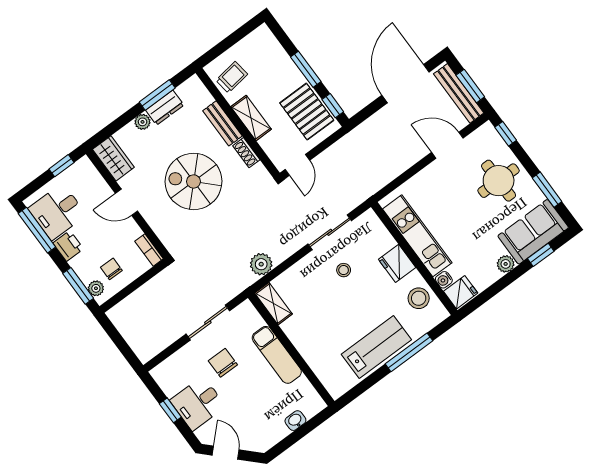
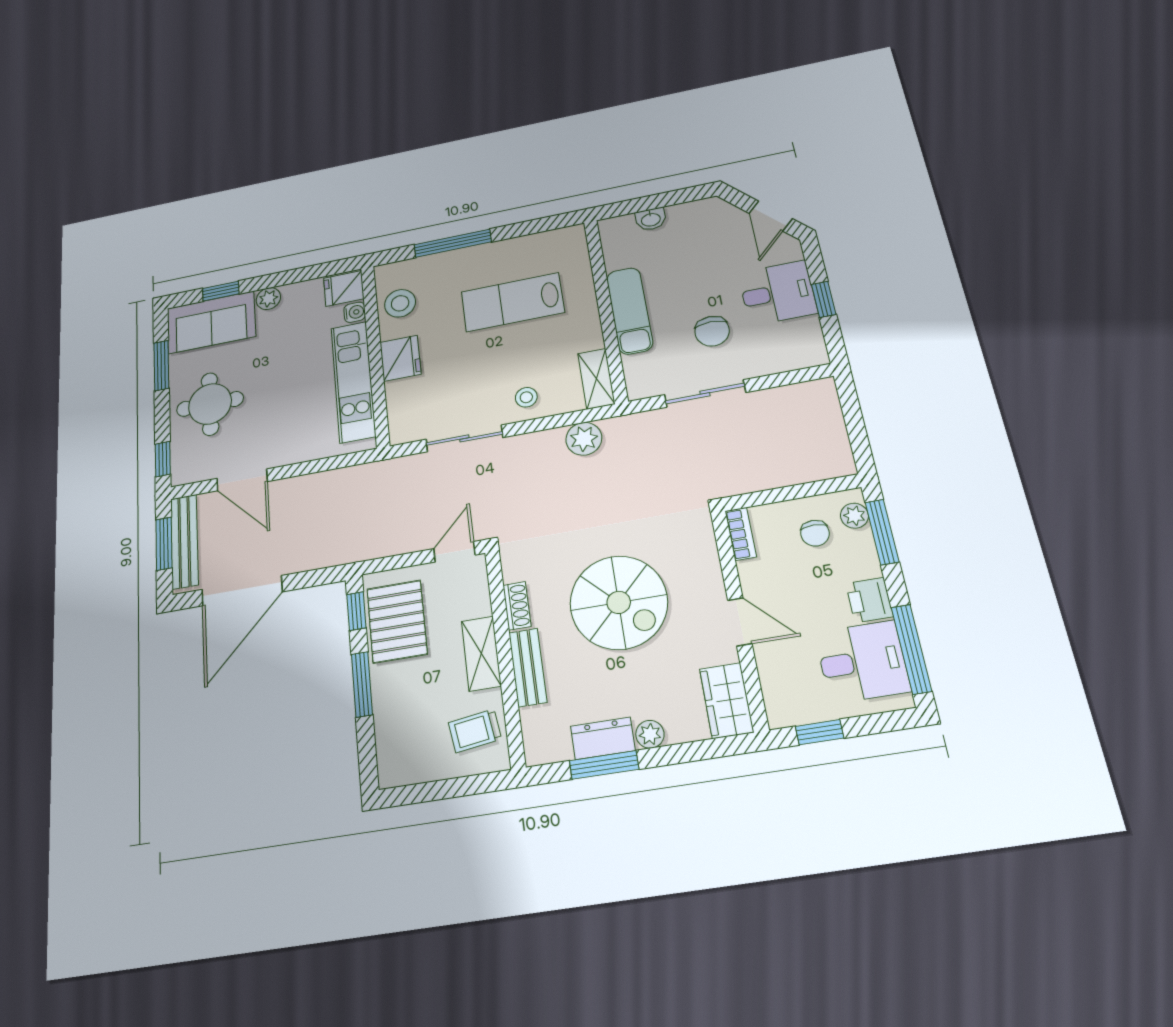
stool: (344, 270) -> (526, 397), moved
lab bench: (376, 347) -> (513, 302), moved

